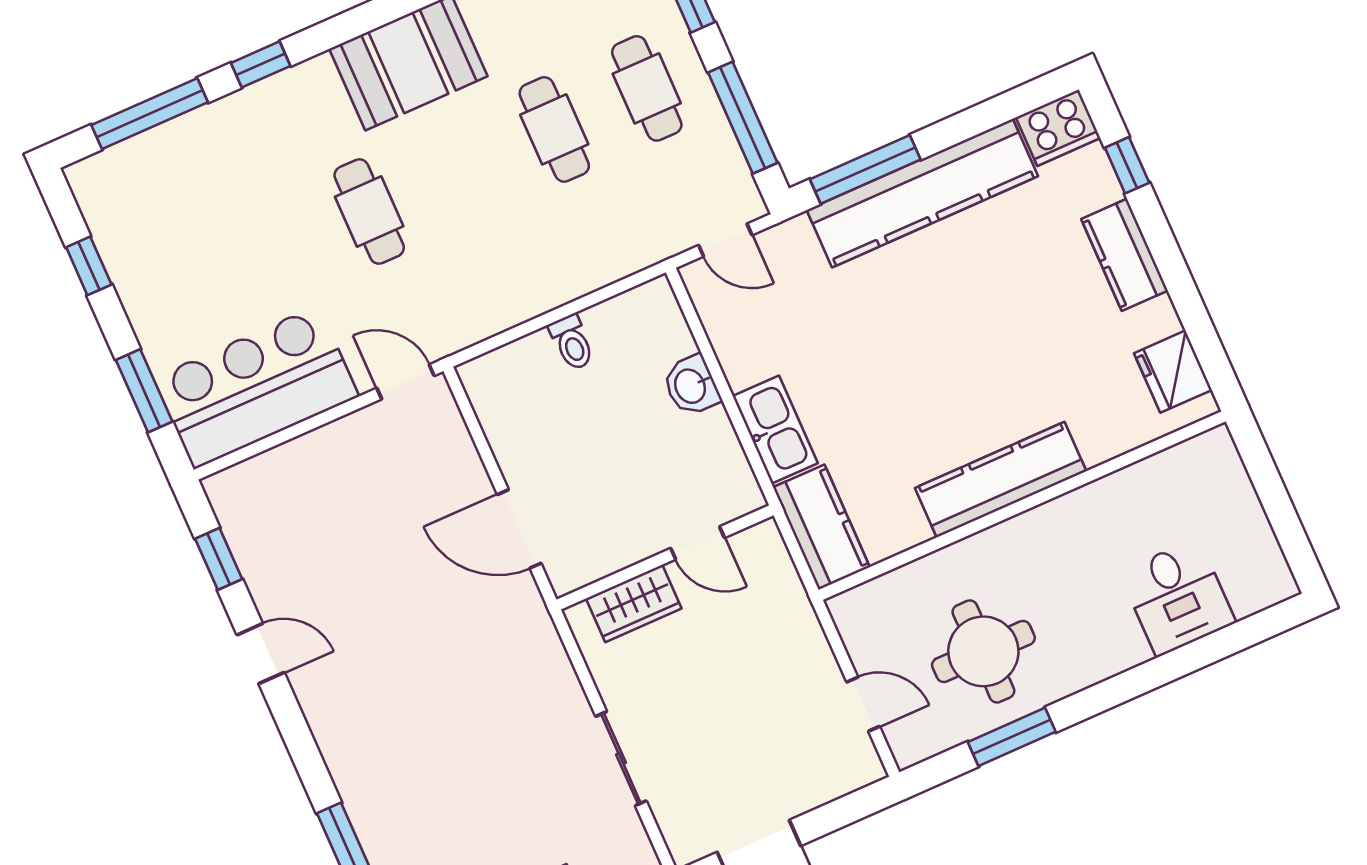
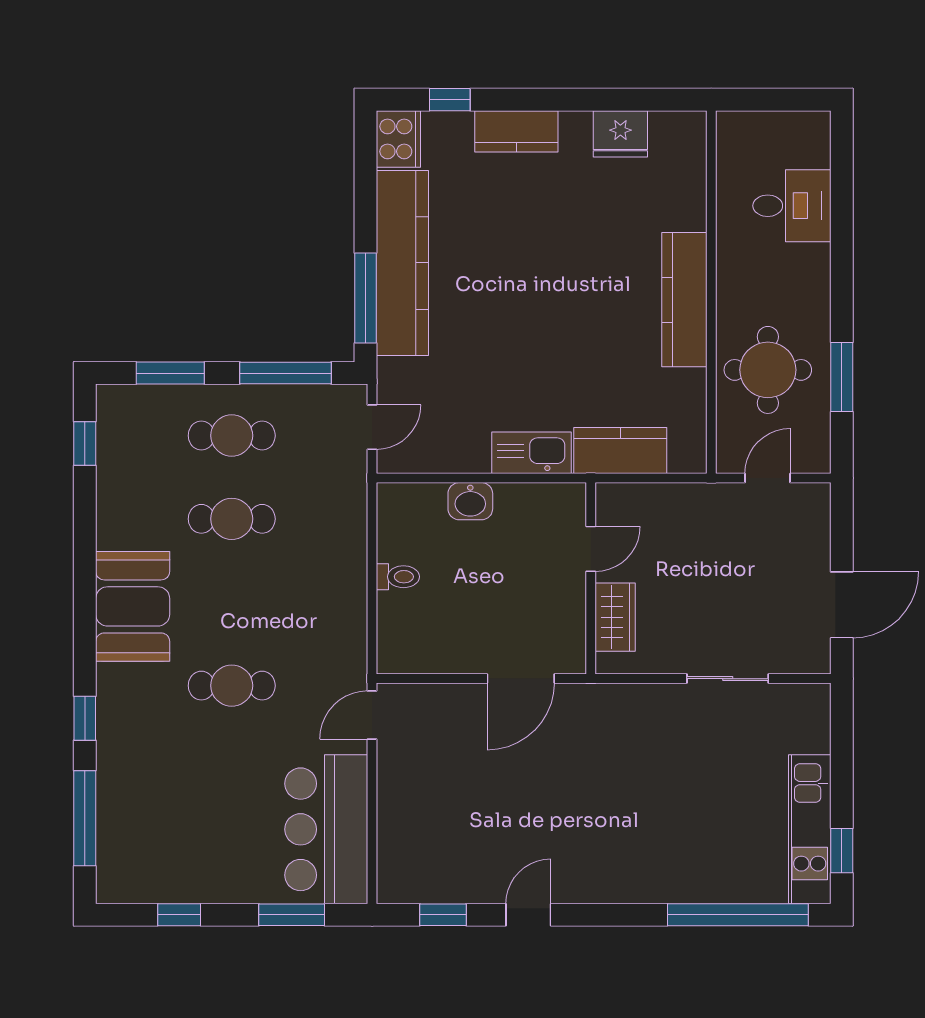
kitchen counter: (1001, 480) -> (684, 300), moved
wall: (1022, 506) -> (711, 292), moved

